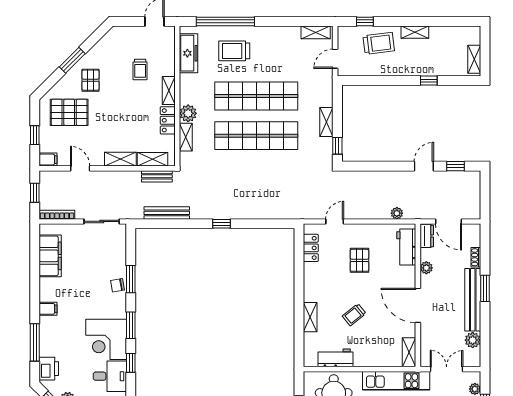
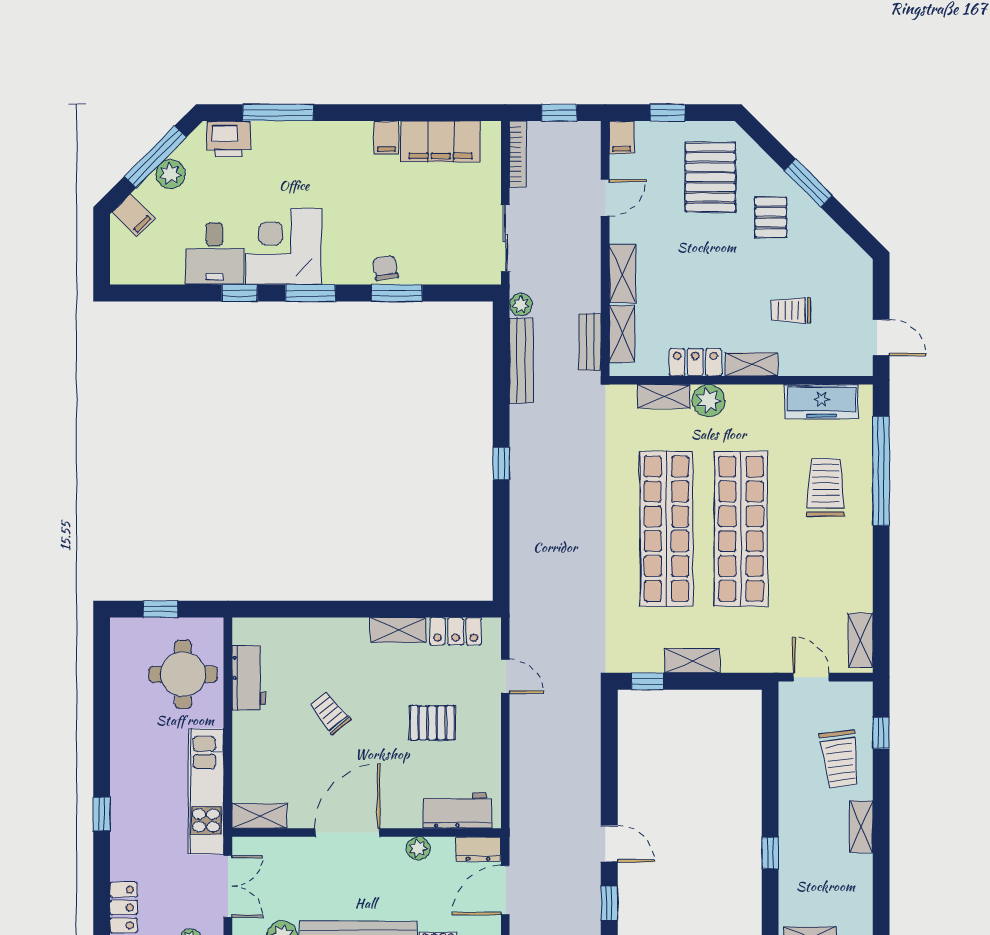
pallet: (90, 80) -> (771, 217), turned 90
plant: (397, 213) -> (521, 305), moved
filing cabinet: (48, 309) -> (386, 138), moved
shelving: (310, 317) -> (398, 630), moved

